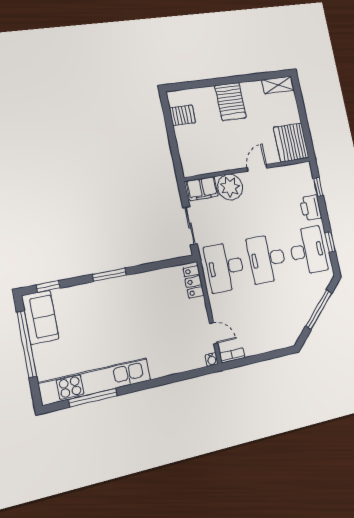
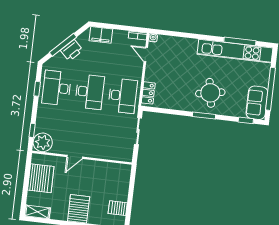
server rack: (291, 143) -> (41, 178), moved
plant: (230, 187) -> (43, 142), moved
filing cabinet: (202, 189) -> (101, 35), moved, turned 180
printer: (311, 208) -> (72, 50), moved, turned 45
round table: (111, 309) -> (210, 93), added

